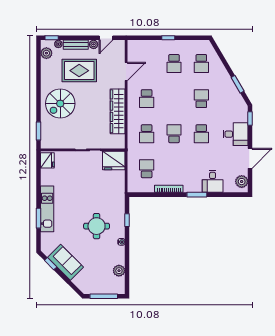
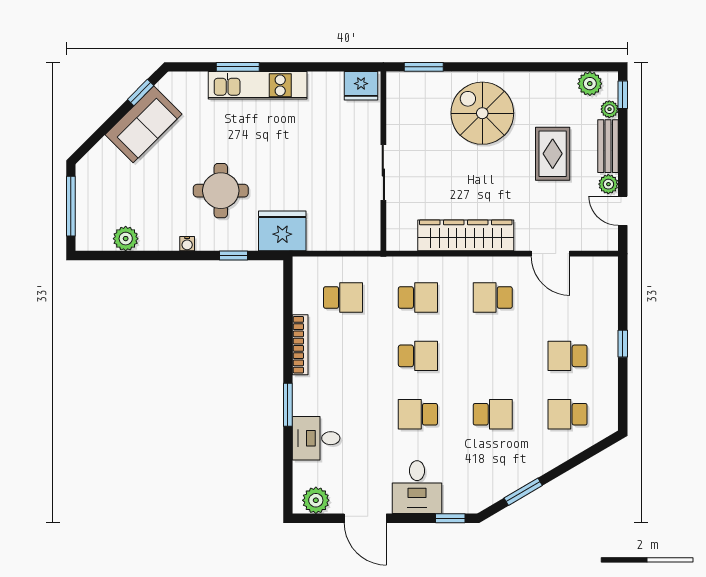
rug: (79, 71) -> (553, 154), width x0.73, depth x0.70
school desk: (147, 134) -> (418, 297), turned 180
fridge: (114, 161) -> (282, 231), moved, turned 90

